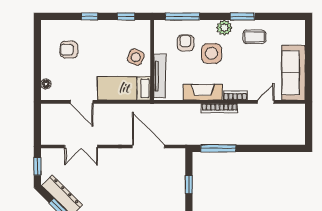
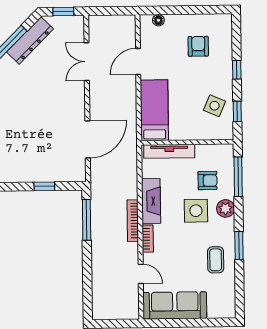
plant: (224, 28) -> (226, 208), moved
side table: (136, 57) -> (214, 106), moved

